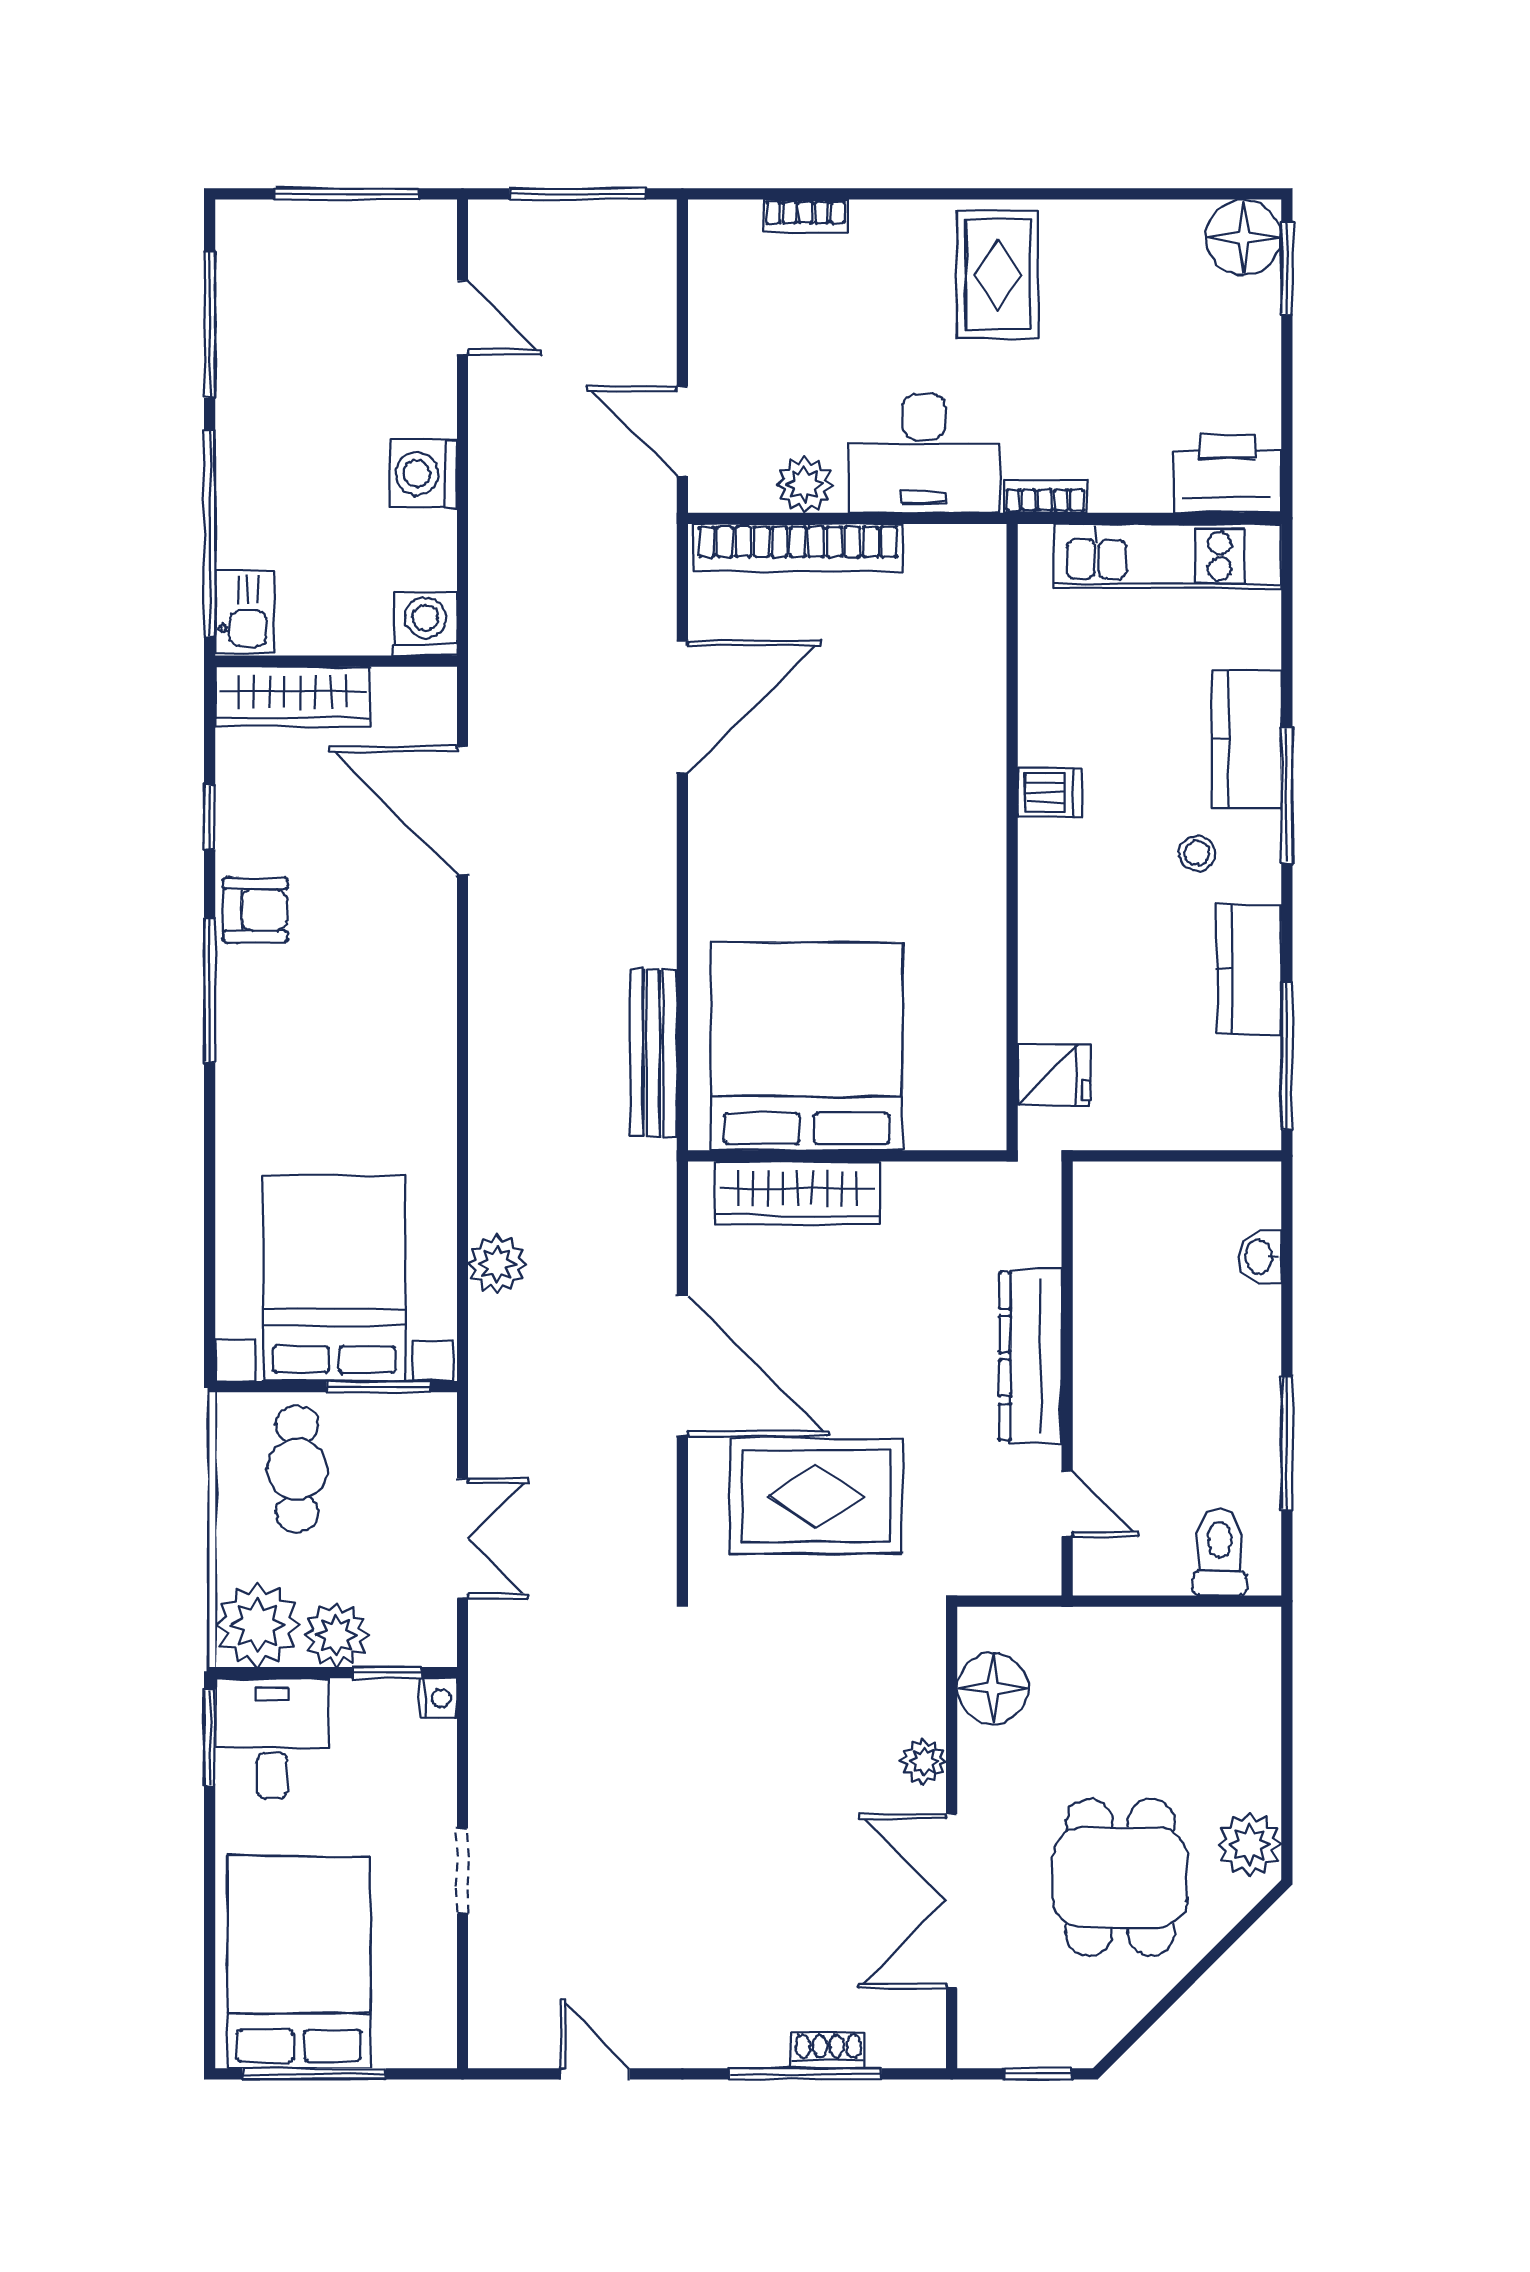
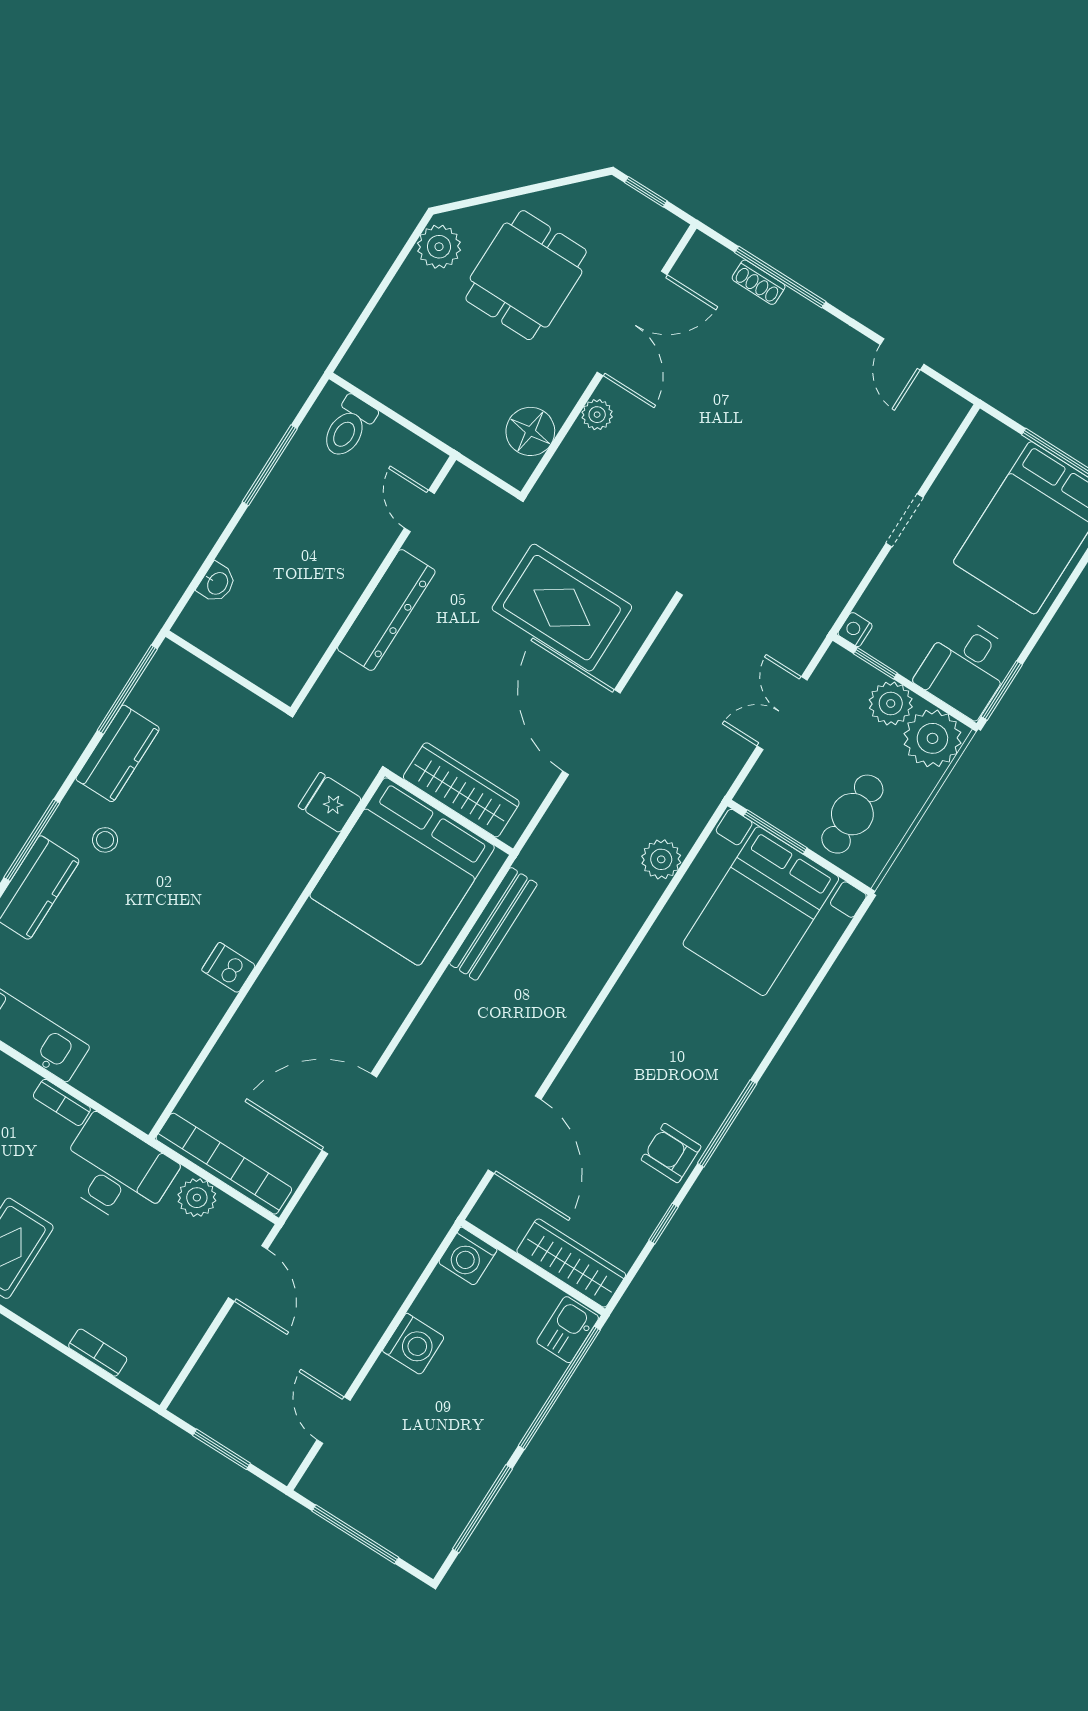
window: (578, 194) -> (222, 1449), width x0.69
dishwasher: (1050, 792) -> (229, 968), moved
wall: (1012, 837) -> (267, 956), moved
fridge: (1054, 1075) -> (330, 803), moved

